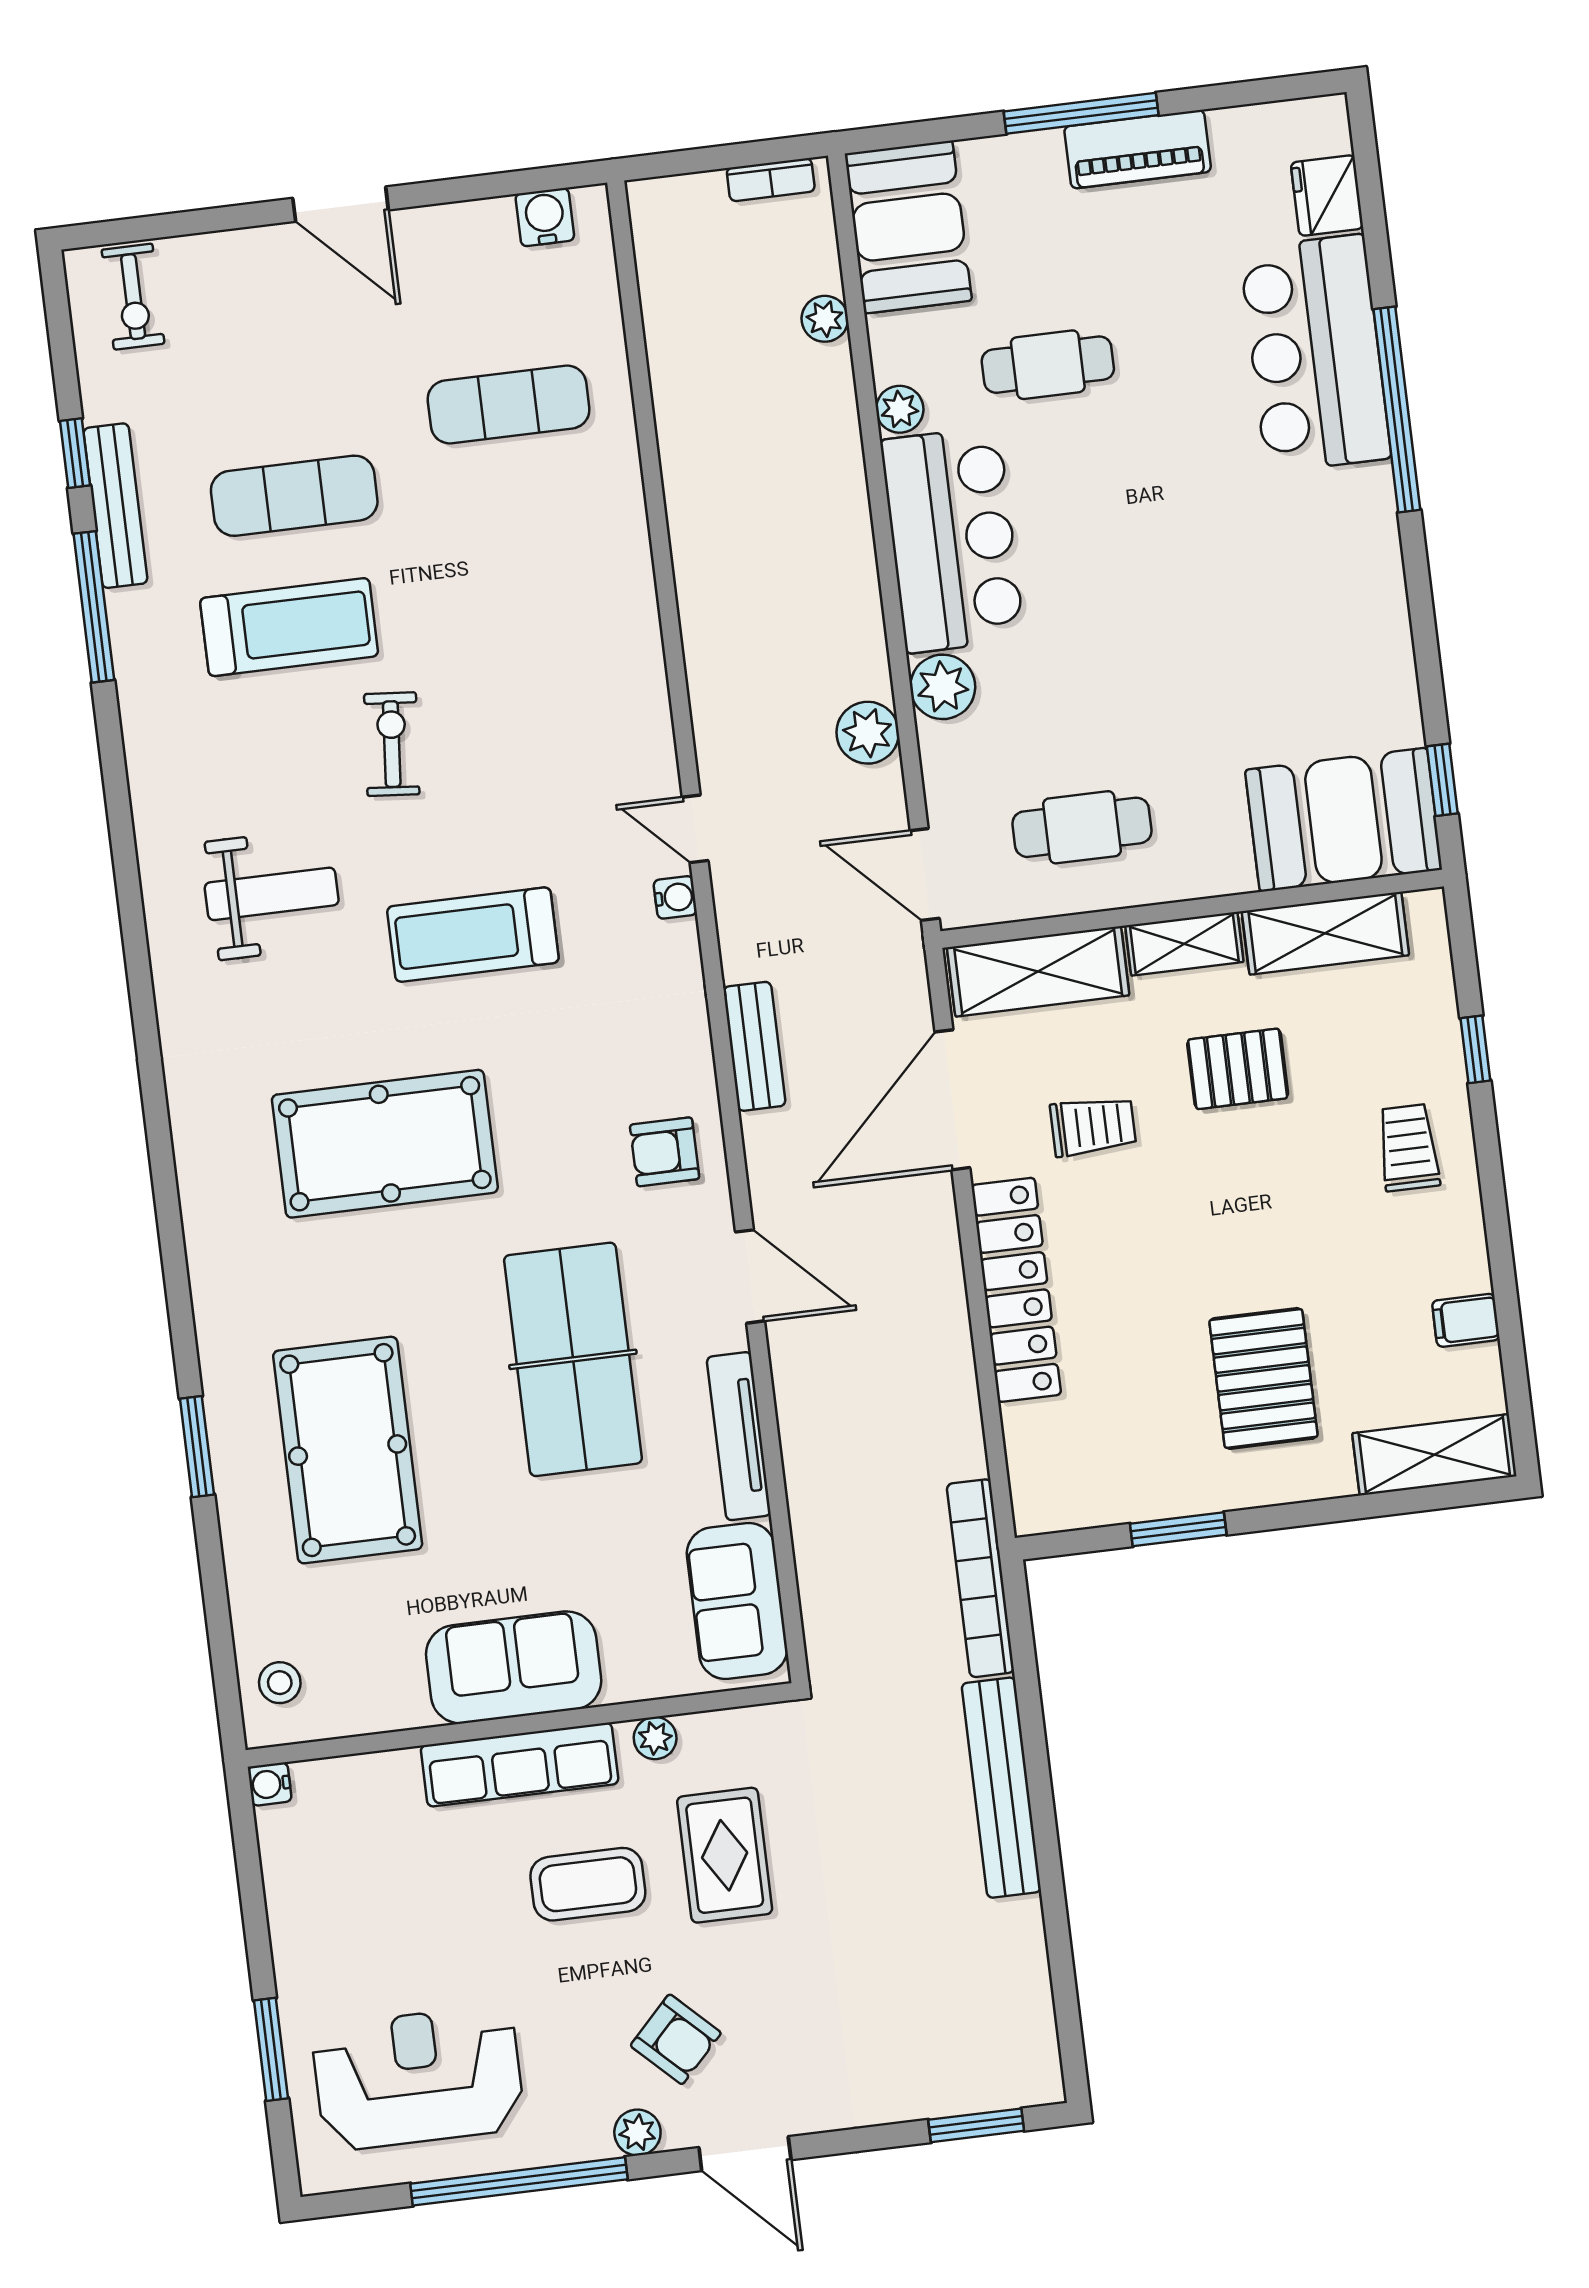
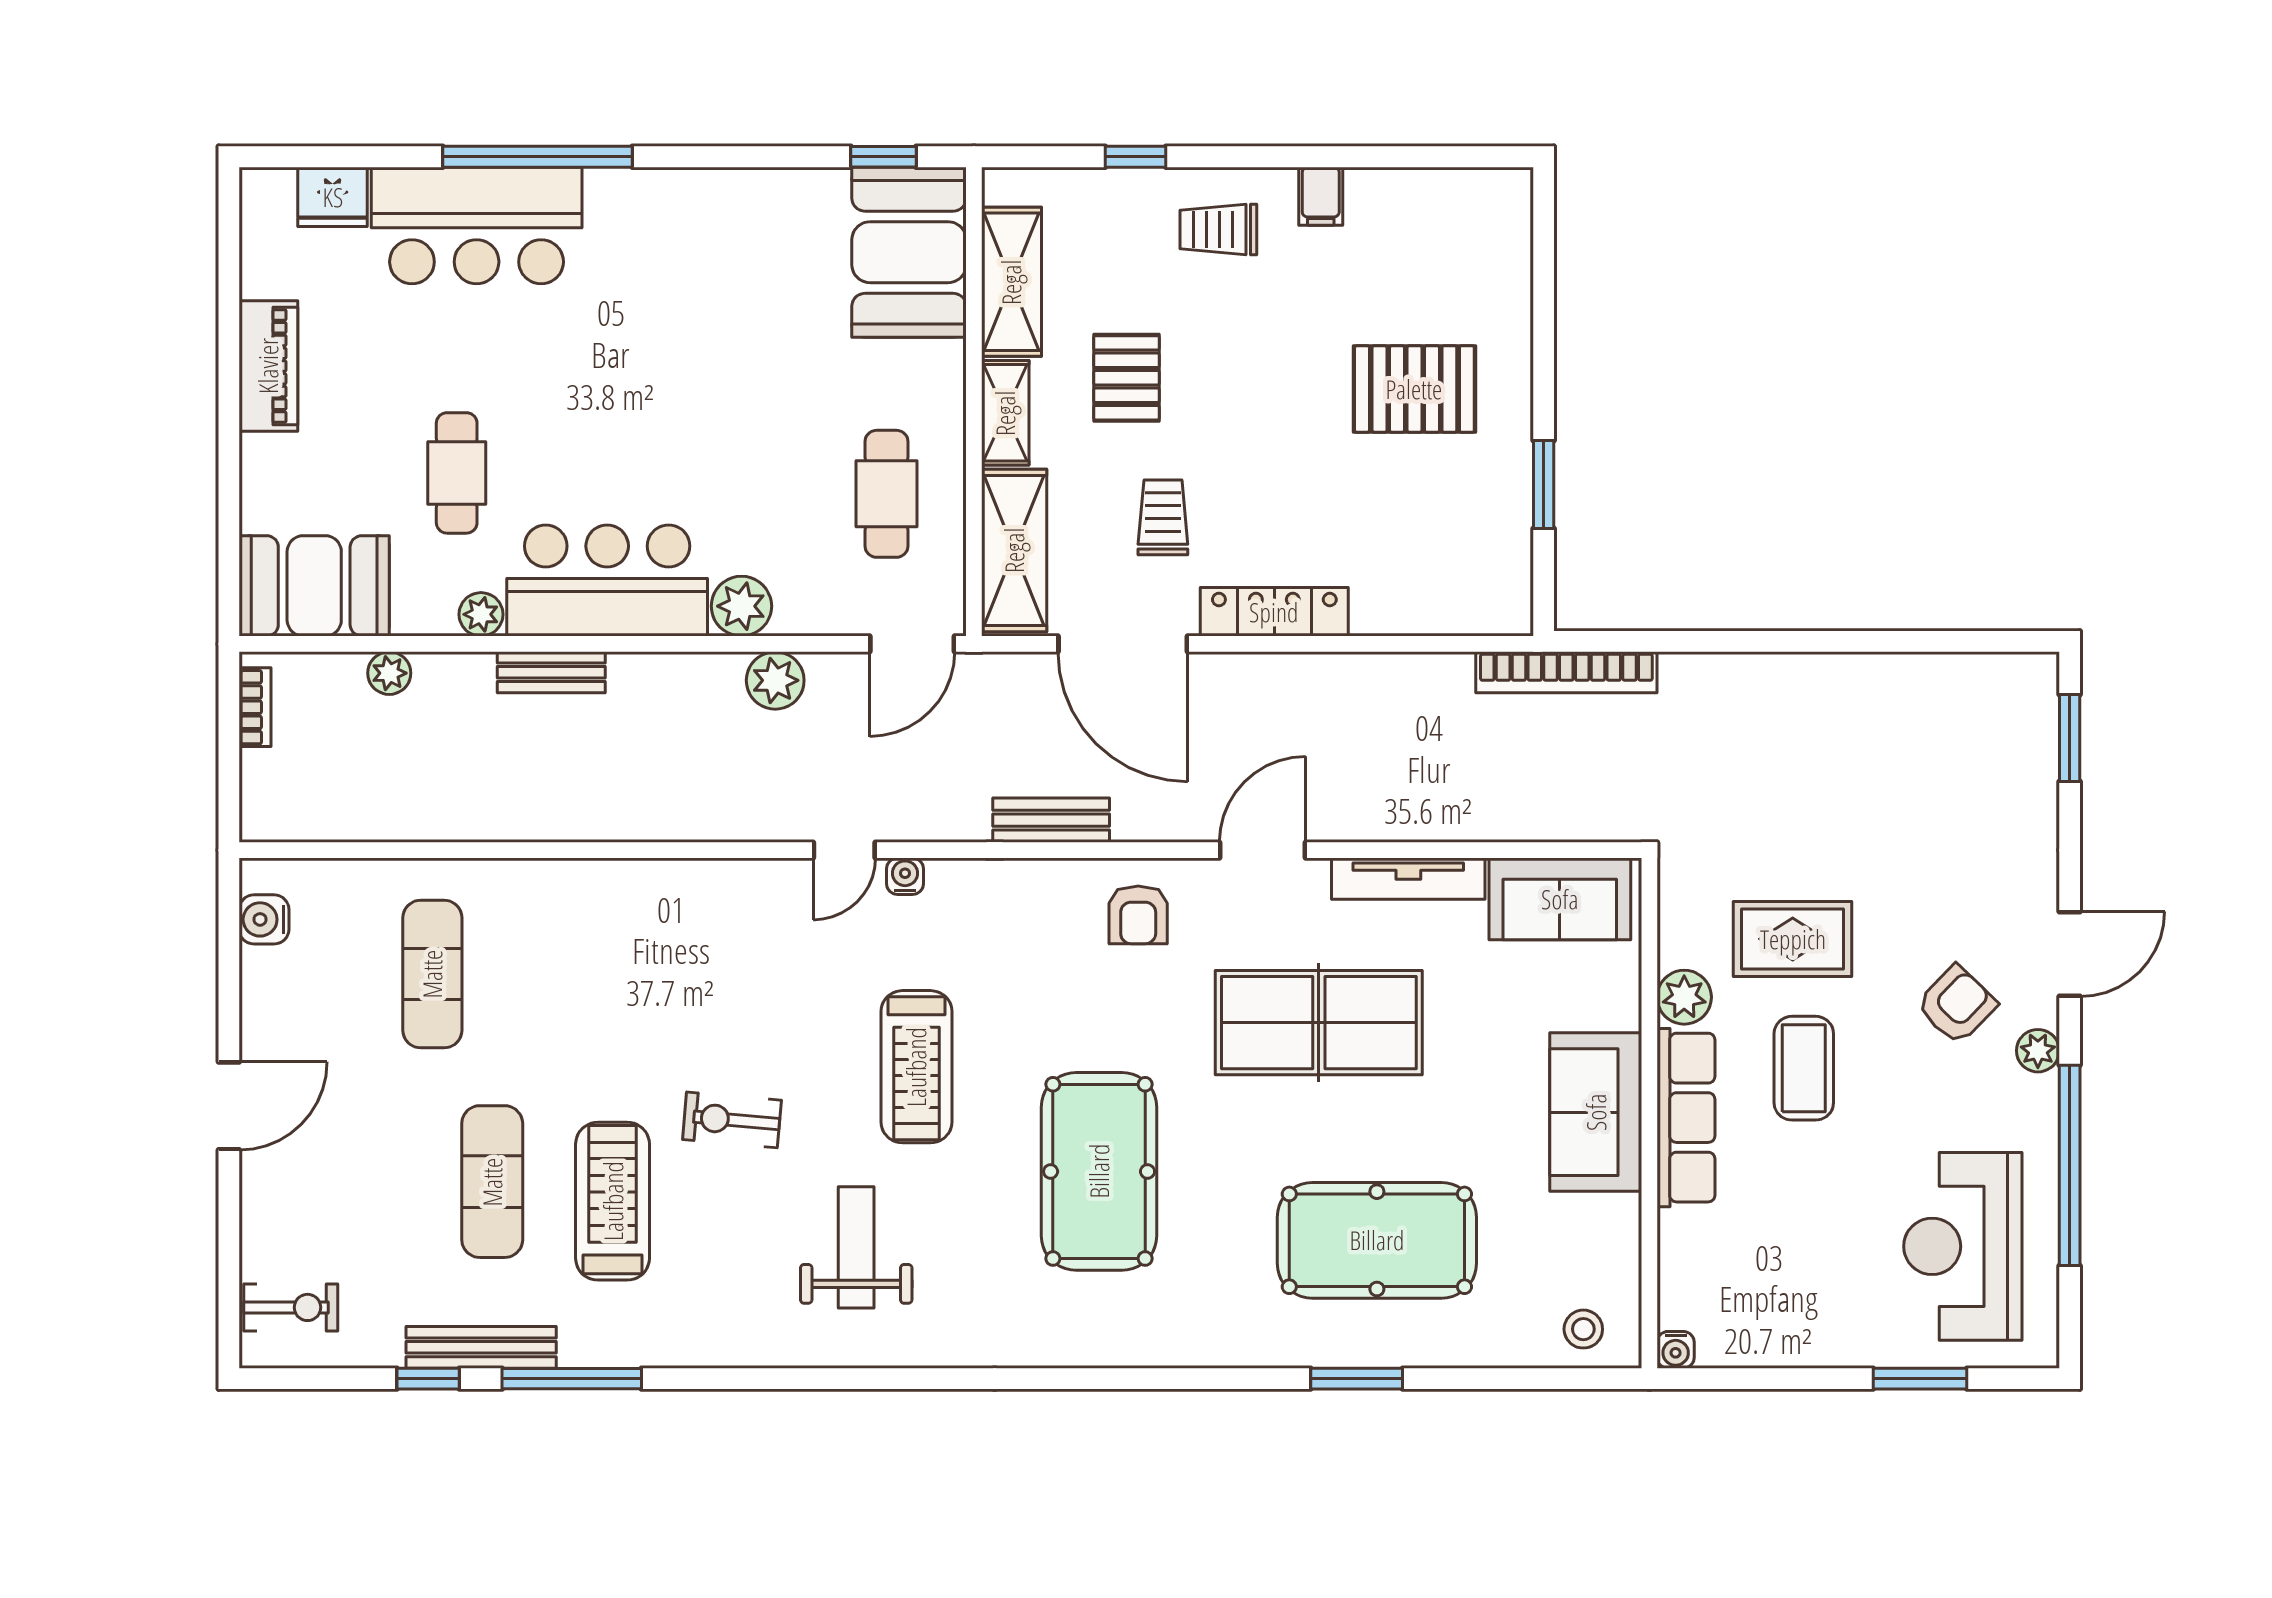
window: (1081, 113) -> (229, 414), removed
locker: (1016, 1290) -> (1274, 612), width x0.71, depth x0.83
filing cabinet: (1466, 1320) -> (1321, 196), moved
shelving: (1434, 1455) -> (1504, 240), removed
plant: (655, 1738) -> (1684, 997), width x1.38, depth x1.38
bench: (1001, 1788) -> (551, 672), moved, width x0.54, depth x0.82

